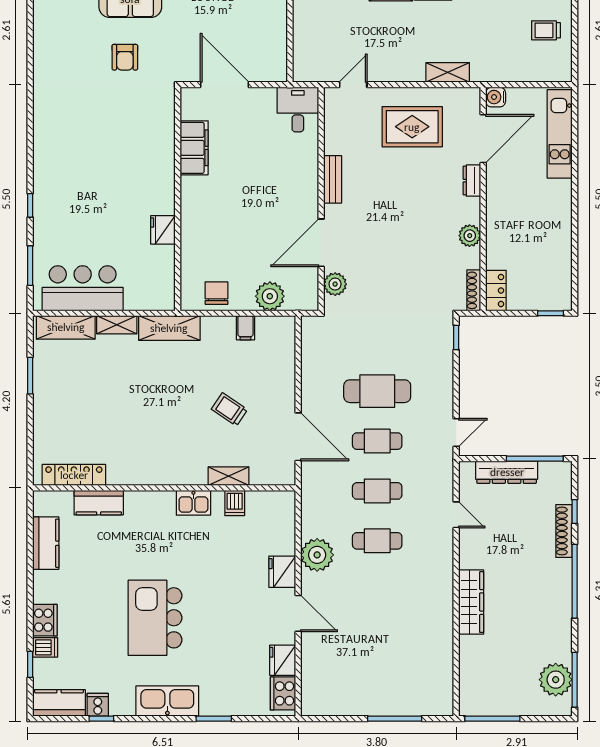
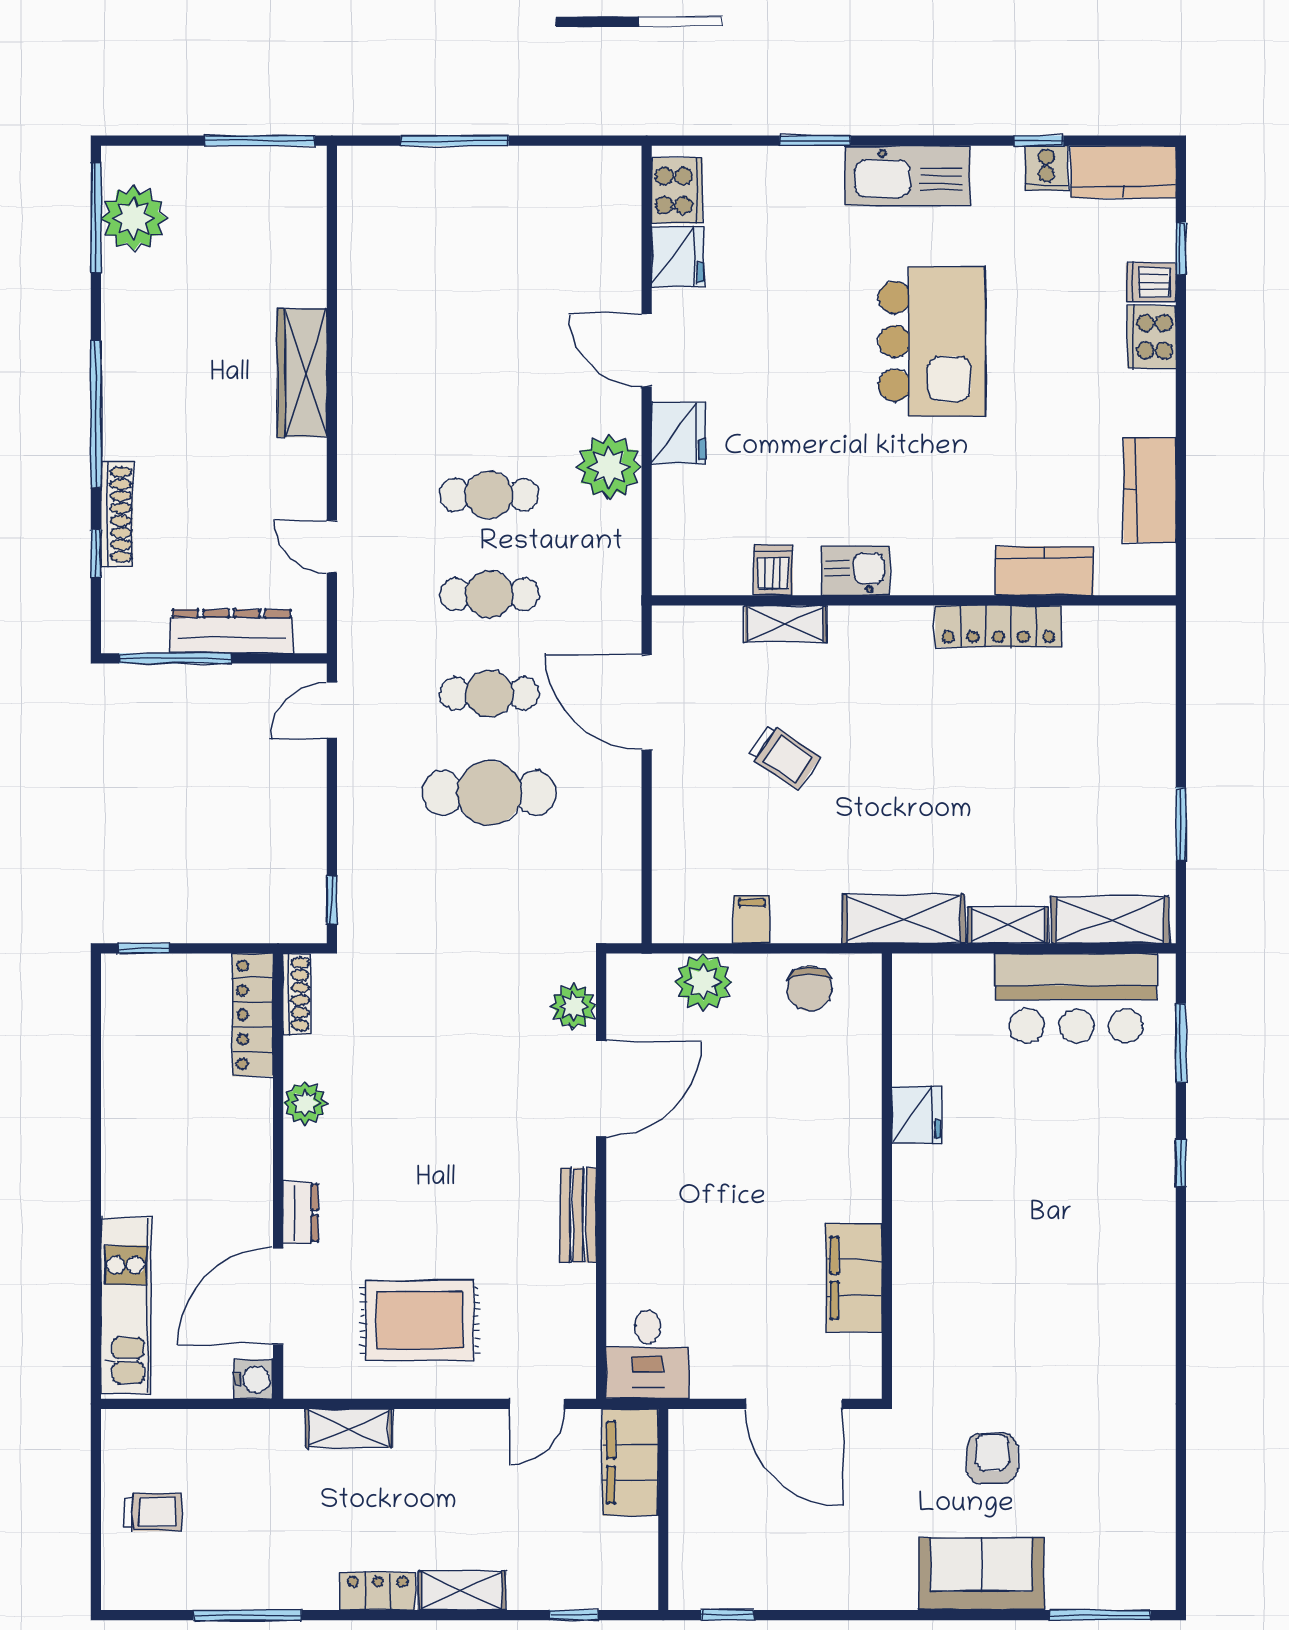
filing cabinet: (306, 55) -> (630, 1462), added
locker: (496, 291) -> (253, 1015), width x1.53
locker: (74, 475) -> (998, 626), moved

